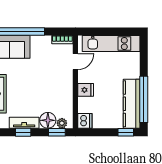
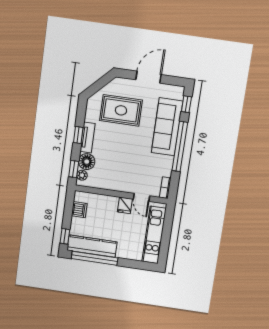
fridge: (86, 90) -> (125, 205), moved
dishwasher: (85, 121) -> (79, 210), moved, turned -90

